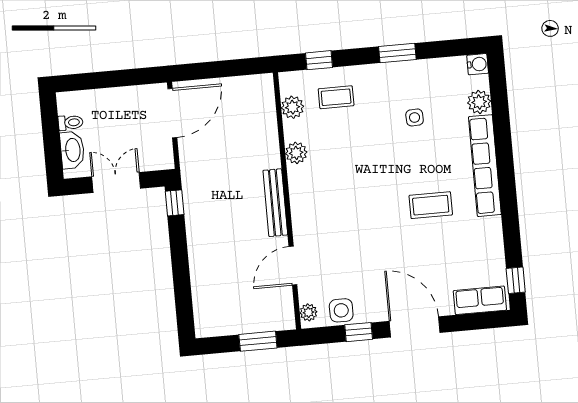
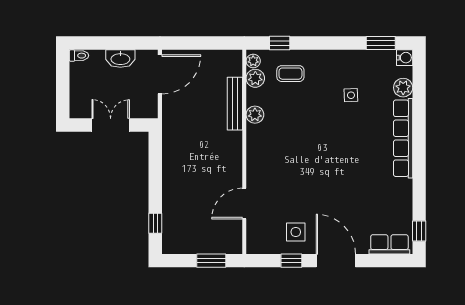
window: (397, 53) -> (381, 43), moved
toilet: (71, 123) -> (79, 56), moved
washbasin: (72, 150) -> (120, 59), moved, turned 90
window: (175, 203) -> (155, 223), moved
bench: (275, 203) -> (235, 104), moved
coffee table: (431, 205) -> (357, 166), removed
side table: (341, 310) -> (296, 232), moved
plant: (308, 312) -> (253, 61), moved

